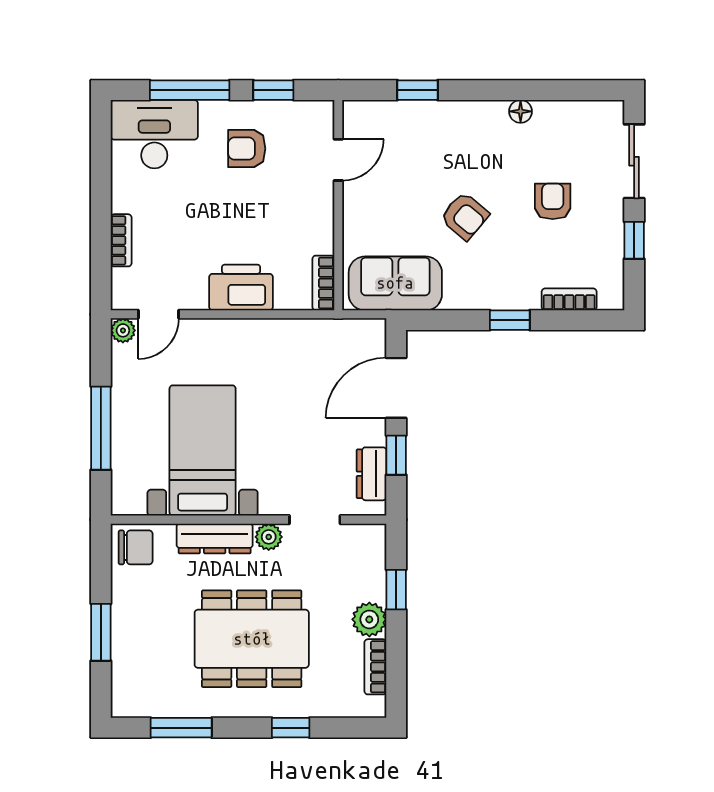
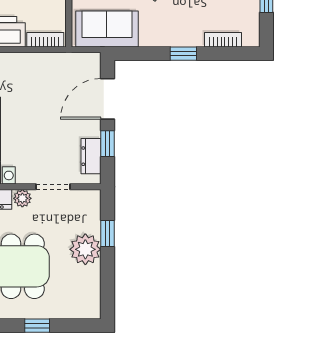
bookcase: (323, 283) -> (45, 40), moved, turned 90
plant: (369, 619) -> (85, 249), width x1.36, depth x1.36
bookcase: (375, 667) -> (94, 285), removed

